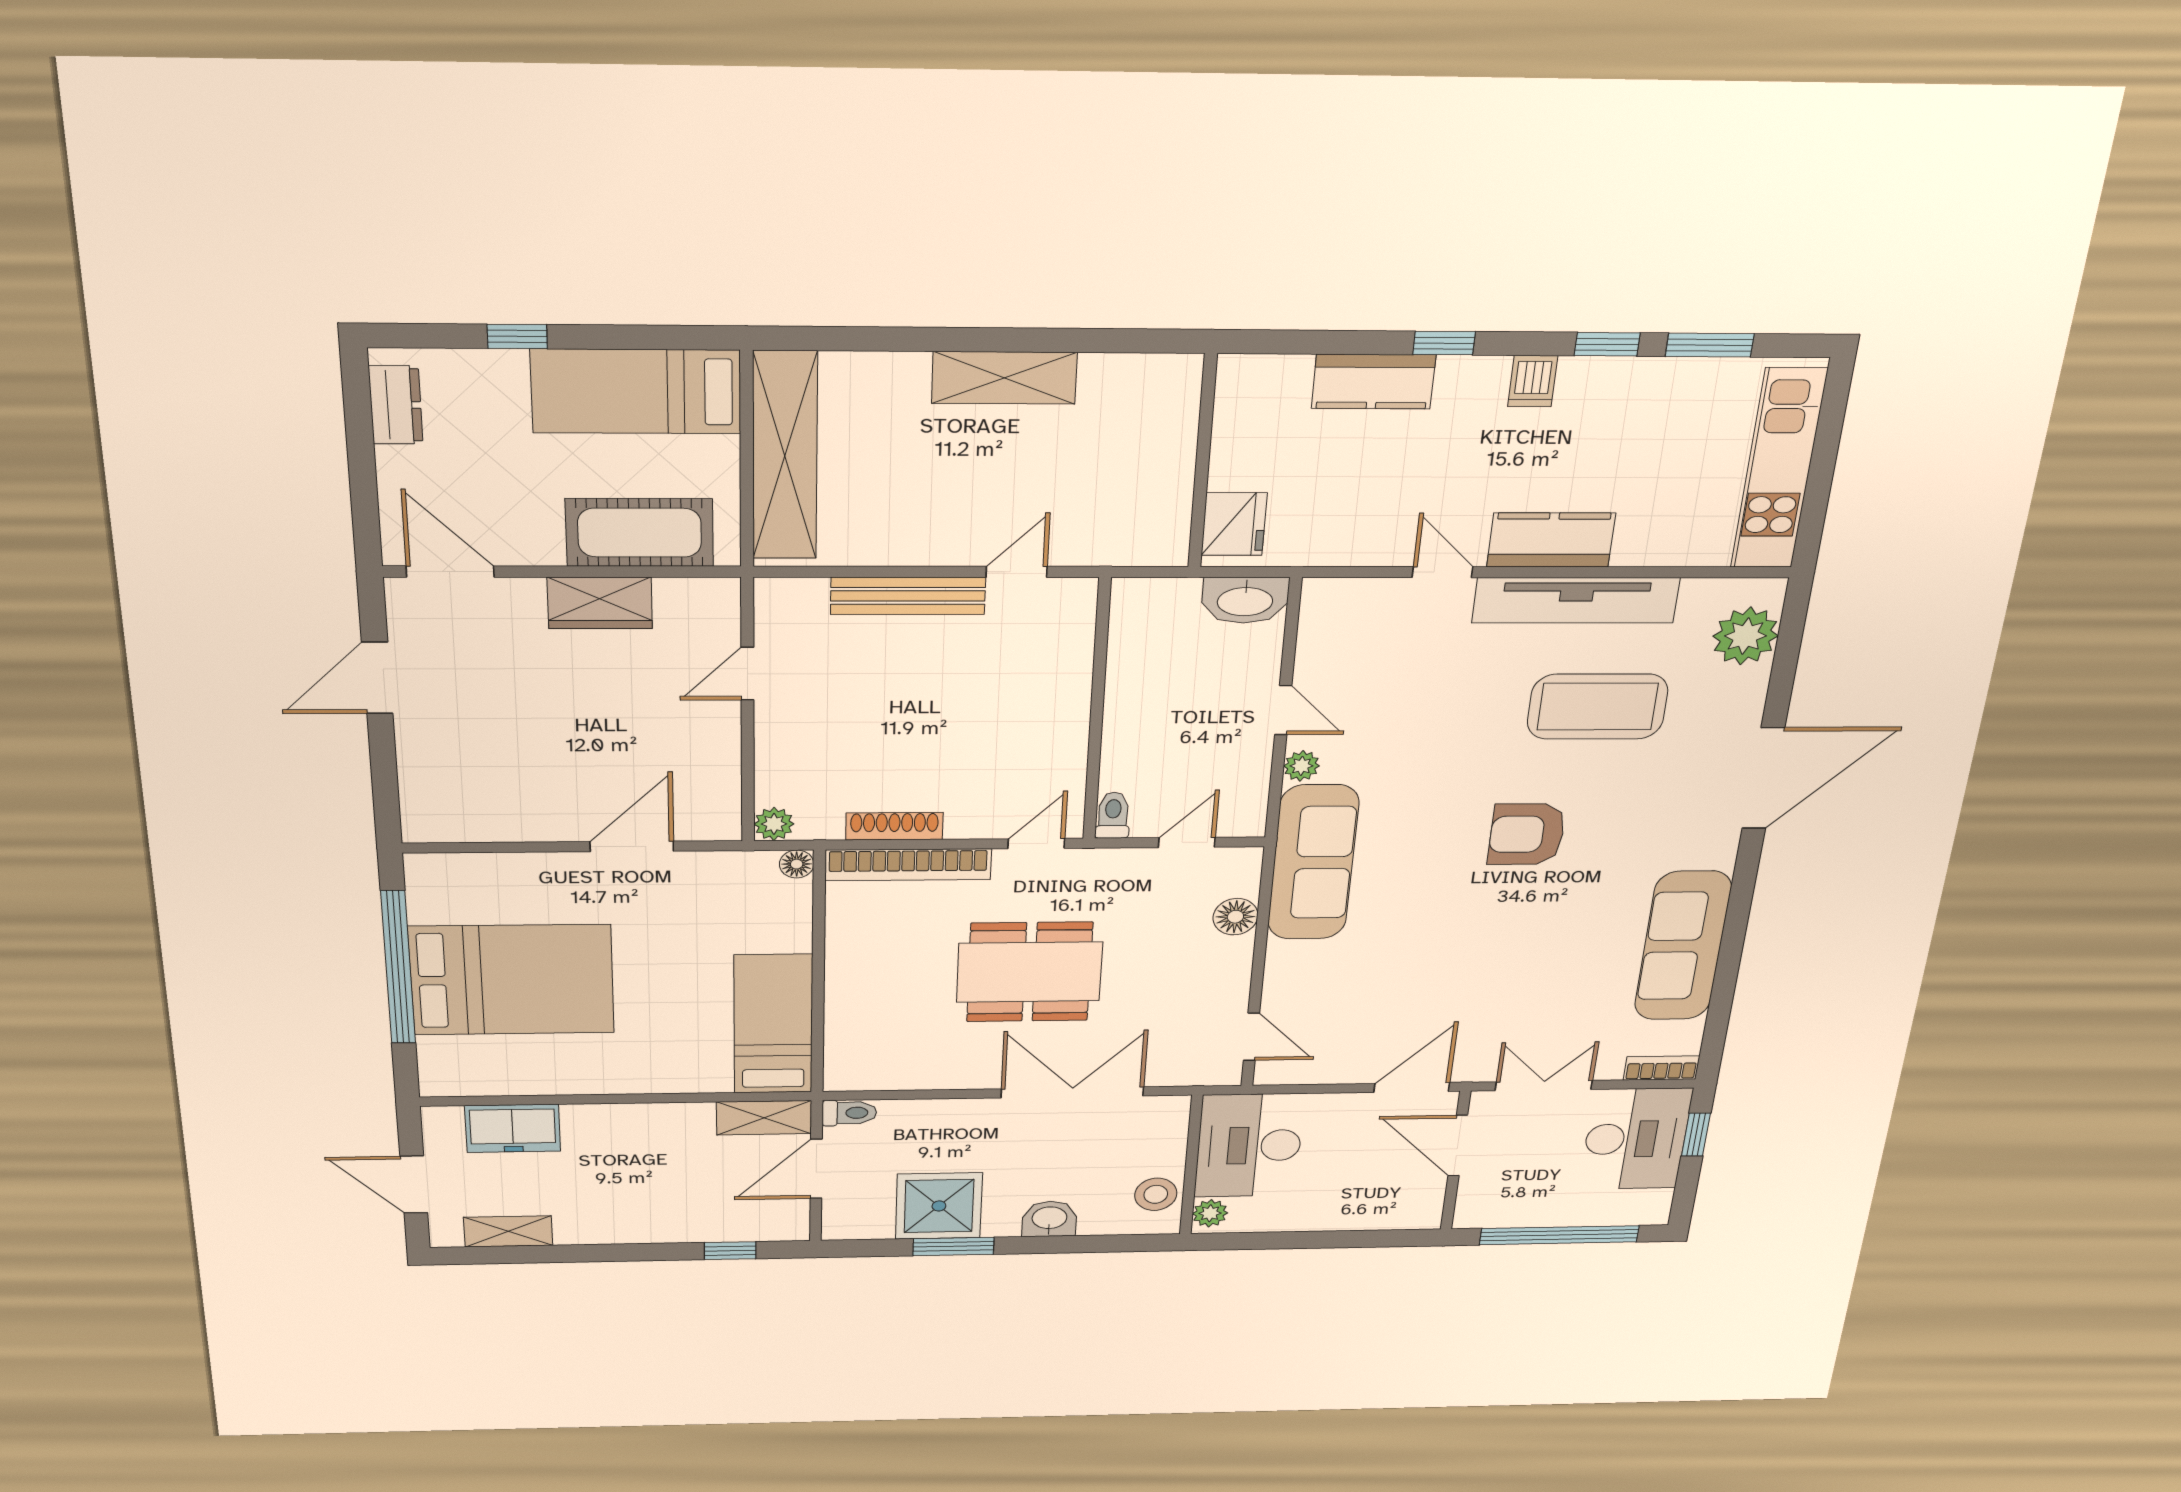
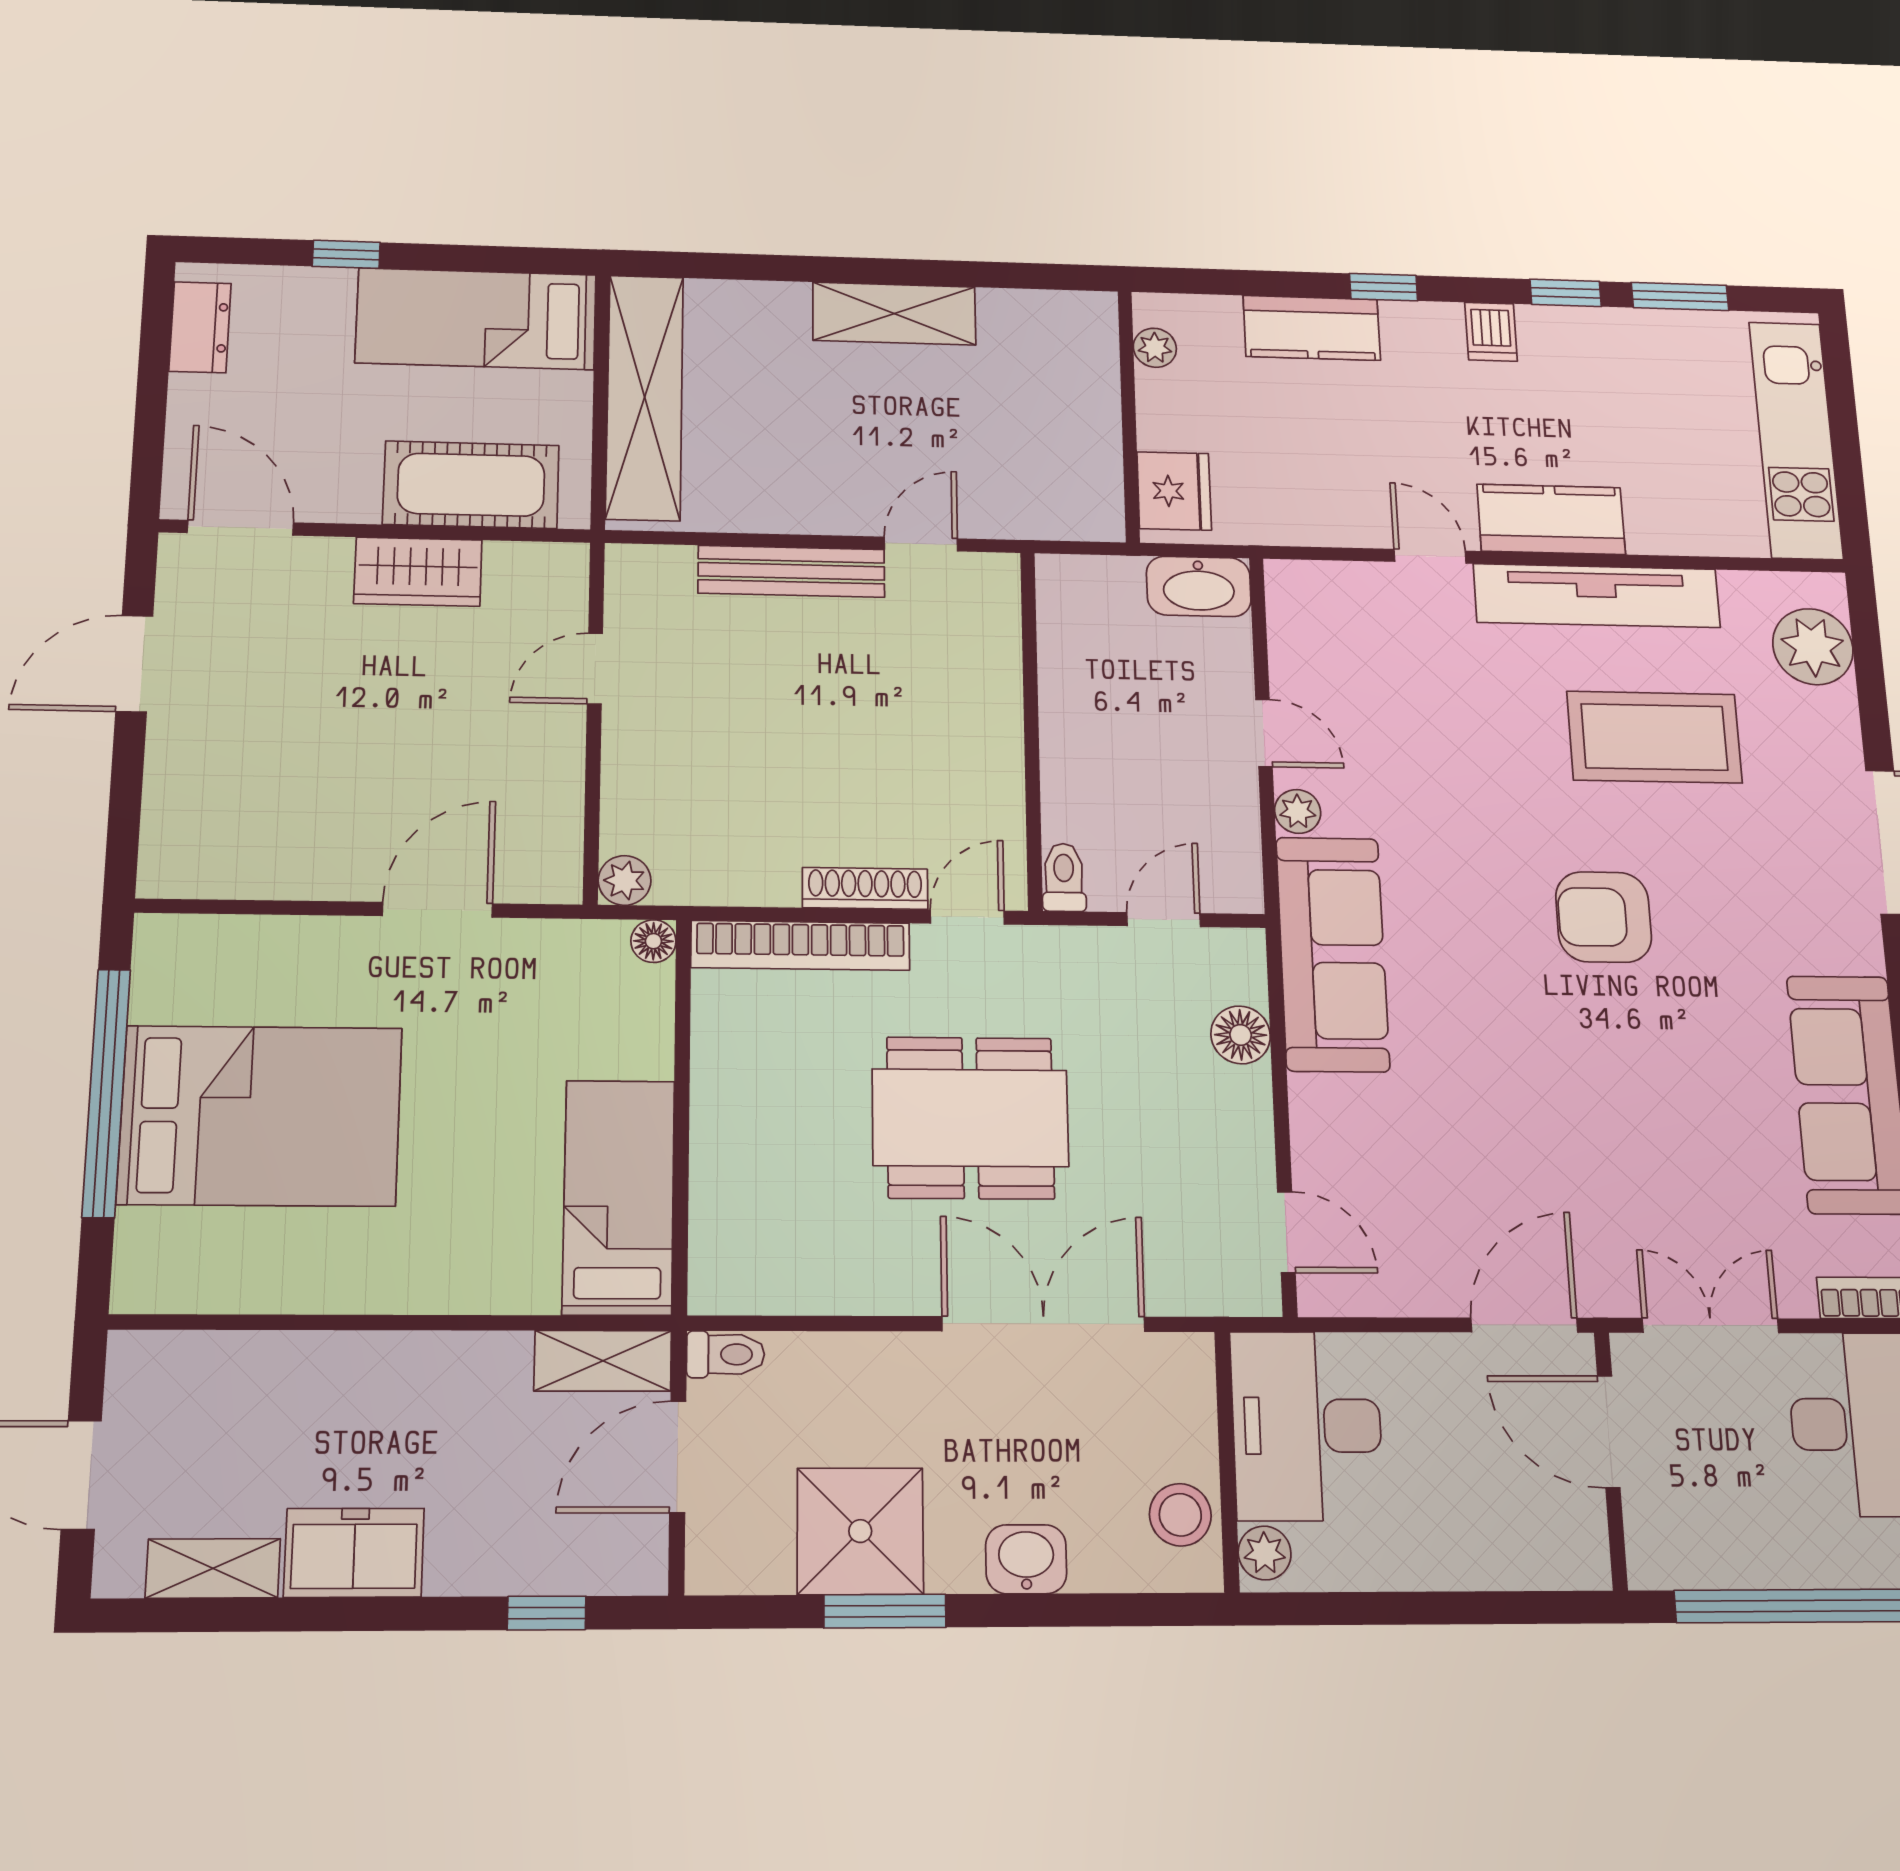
plant: (1232, 403) -> (1155, 348), added
shoe rack: (894, 826) -> (865, 888), moved
freezer: (513, 1128) -> (354, 1553), moved, turned 180

